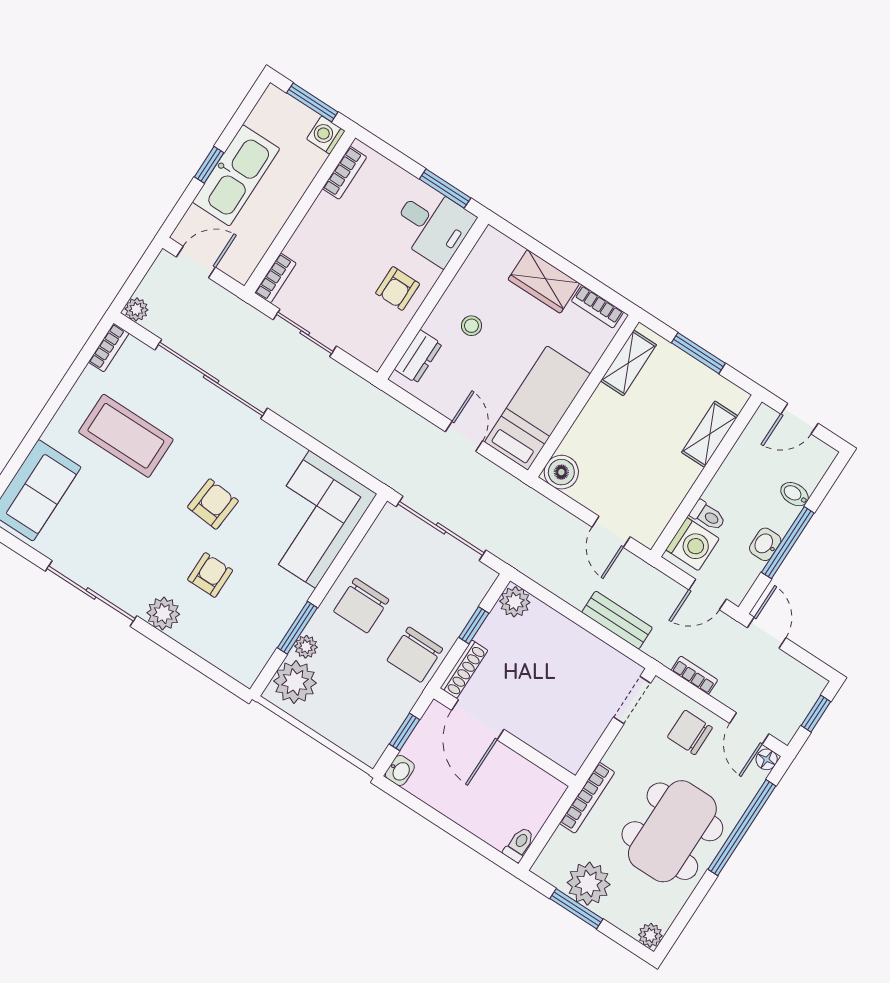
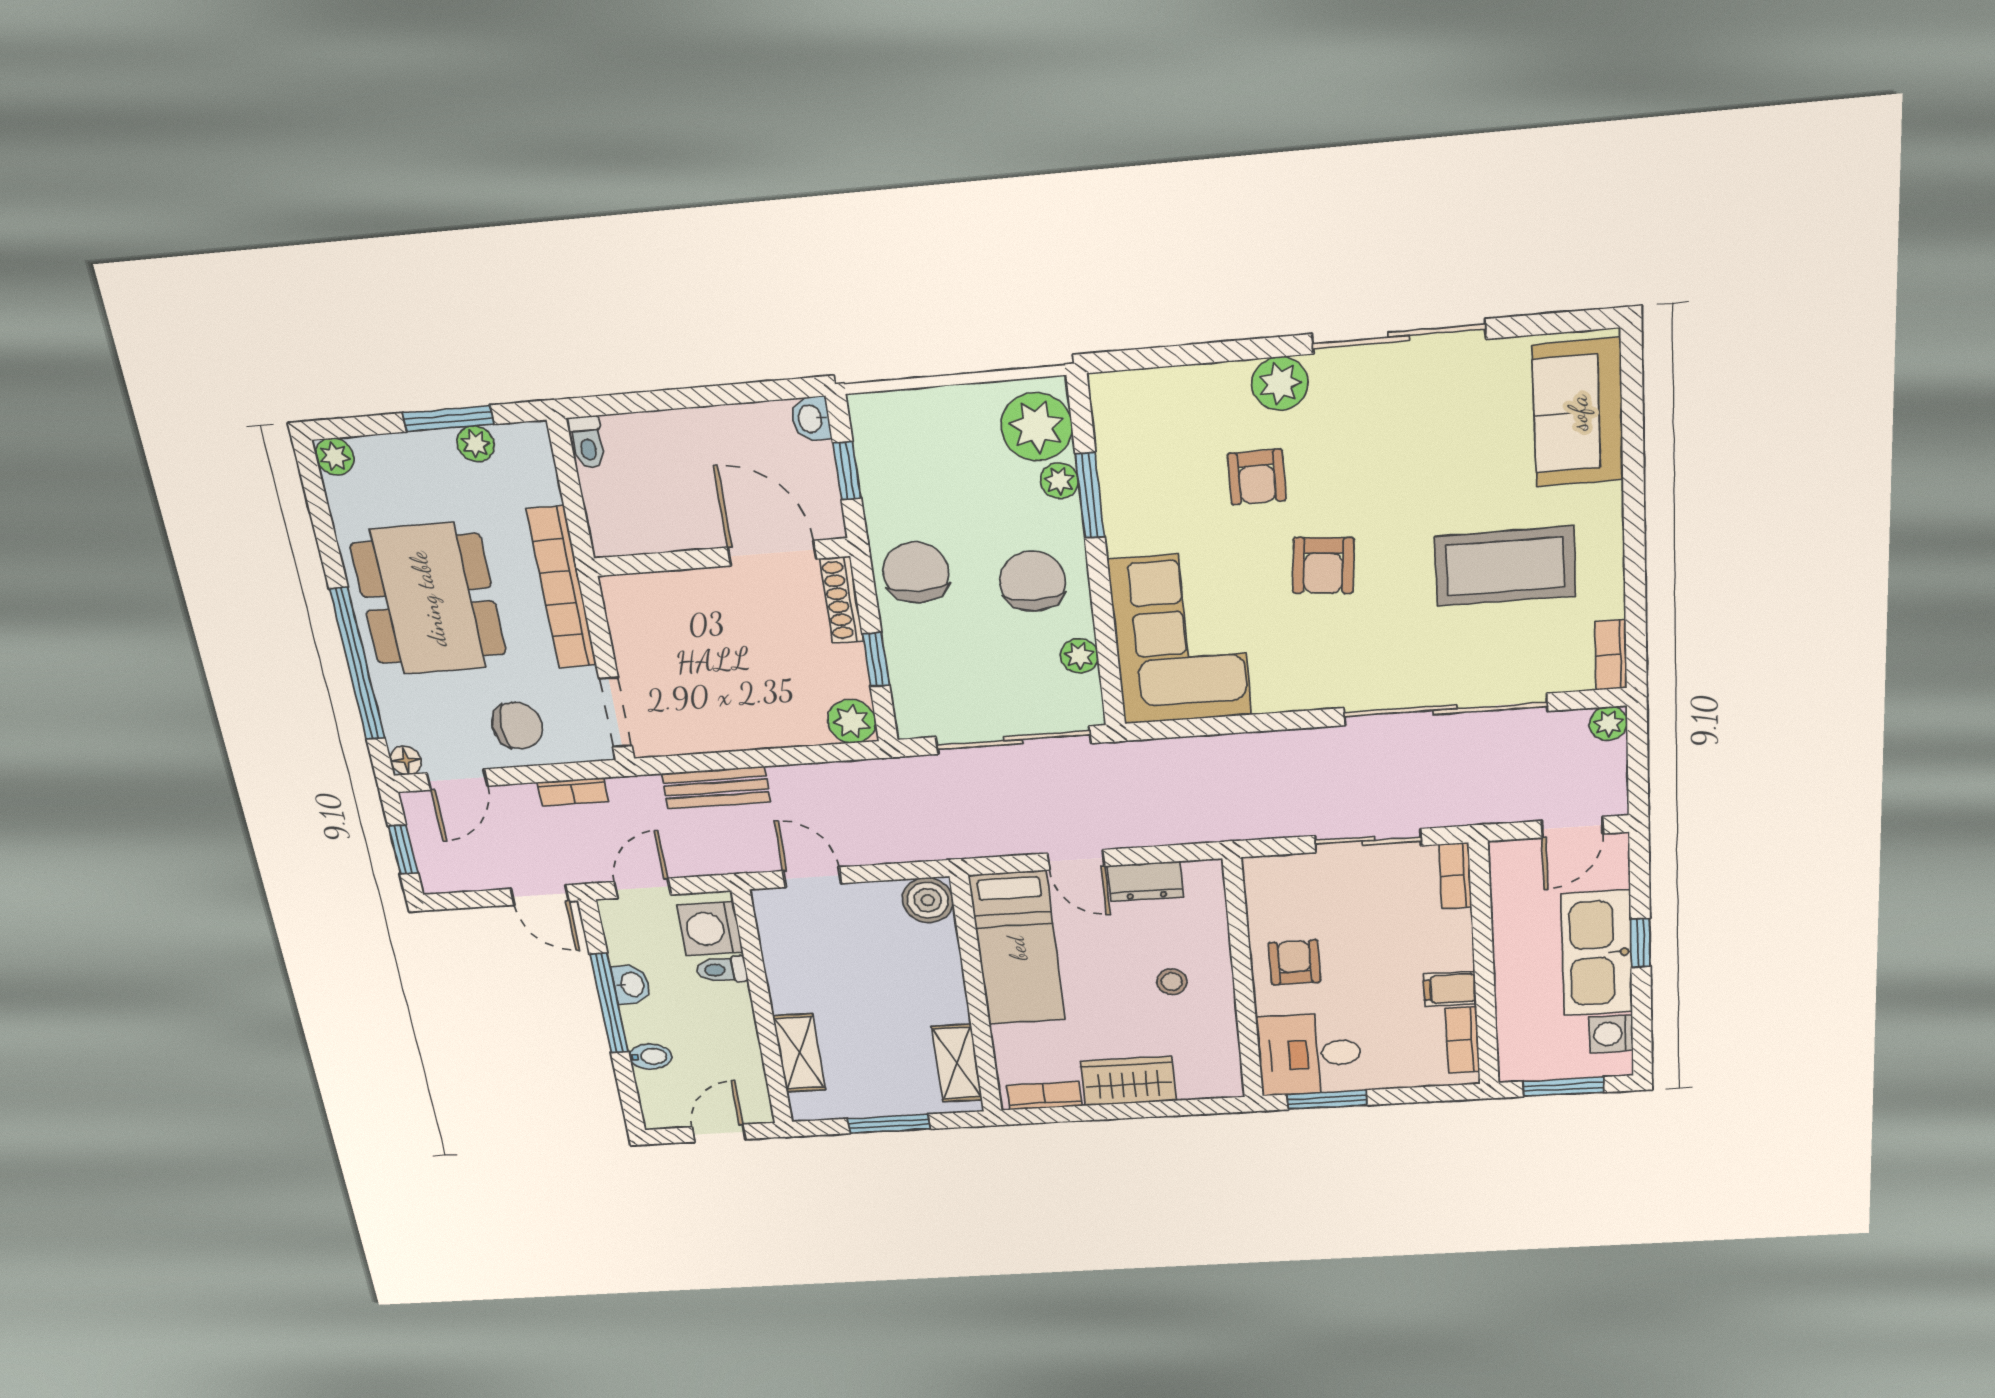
washing machine: (326, 135) -> (1611, 1034), moved, turned 180
filing cabinet: (328, 211) -> (1450, 989), added
dresser: (418, 356) -> (1145, 881), moved, turned -90
plant: (370, 548) -> (1079, 656), added
door: (749, 728) -> (457, 779), swing flipped
bookcase: (587, 798) -> (561, 588), width x1.48, depth x1.31
plant: (589, 884) -> (476, 444), width x0.53, depth x0.53

